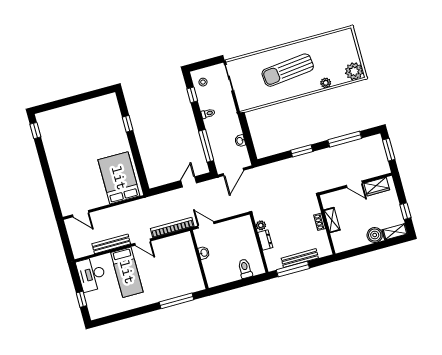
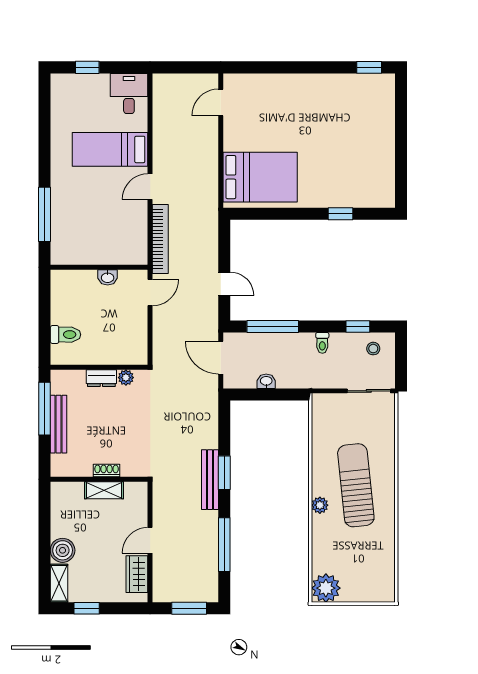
plant: (326, 83) -> (320, 505), moved
bench: (111, 244) -> (210, 480), moved
desk: (91, 274) -> (129, 93), width x0.73

